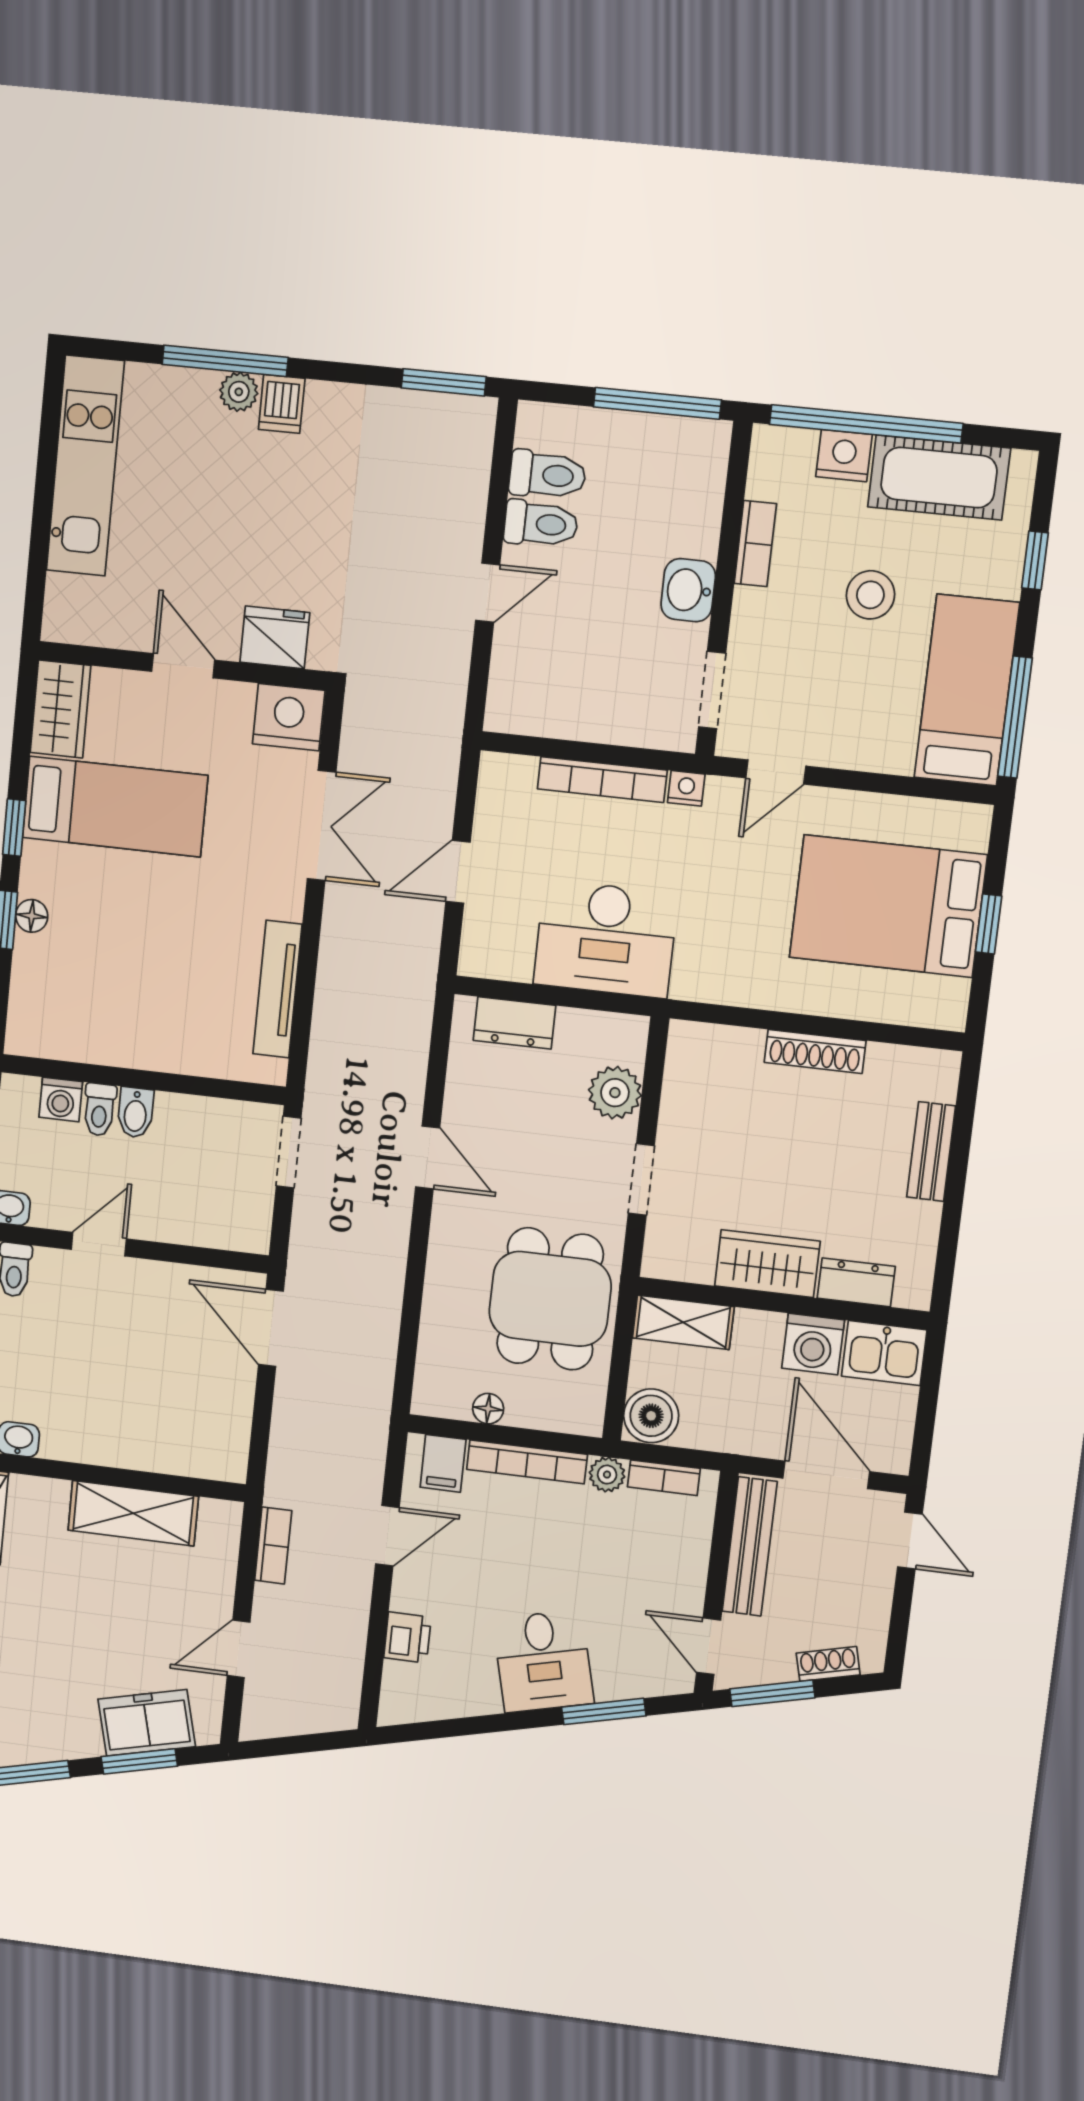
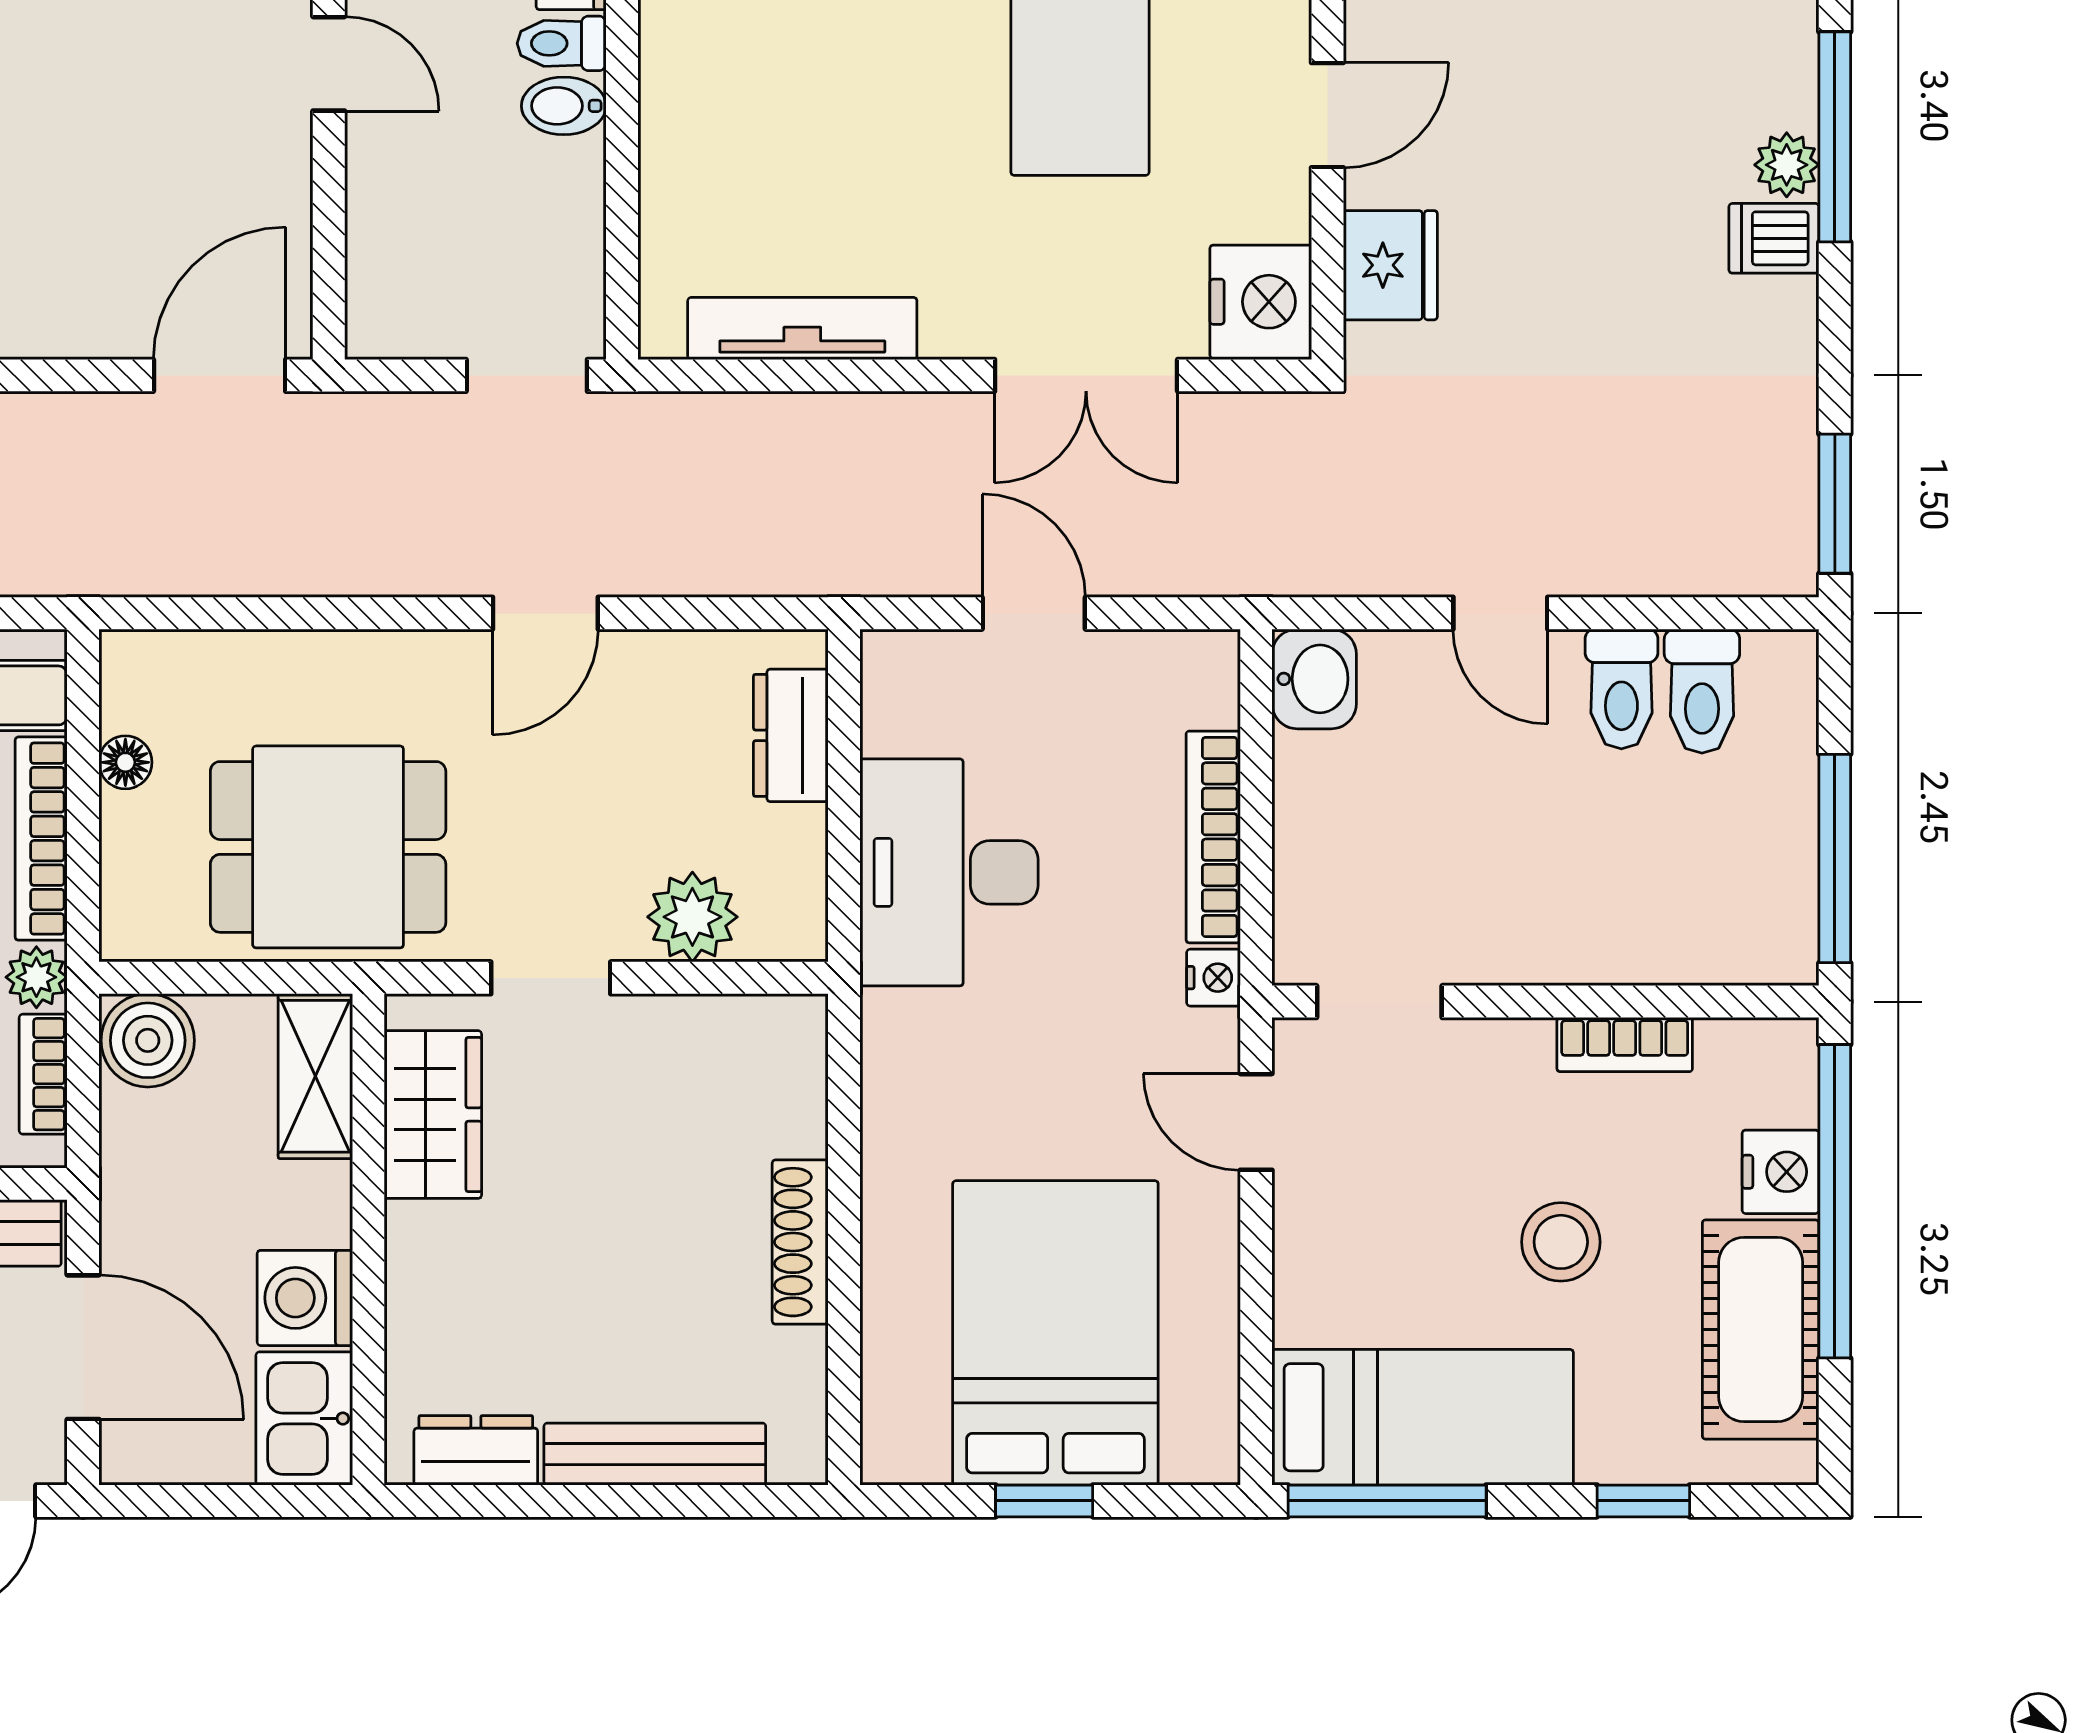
washbasin: (688, 590) -> (1314, 679), moved, turned 90
bench: (931, 1151) -> (655, 1454), width x1.36
wardrobe: (767, 1264) -> (433, 1115), moved
dresser: (856, 1282) -> (476, 1450), moved, turned -90
door: (826, 1475) -> (83, 1347), hinge flipped

